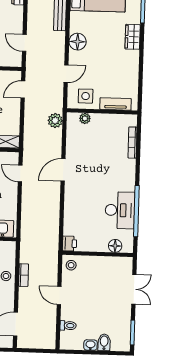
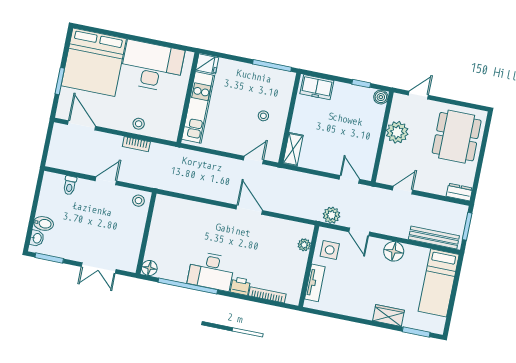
plant: (55, 121) -> (332, 215), moved
desk: (120, 210) -> (211, 271), moved
printer: (70, 244) -> (240, 286), moved, turned 180
floor lamp: (115, 246) -> (149, 268), moved
washbasin: (90, 345) -> (37, 238), moved

